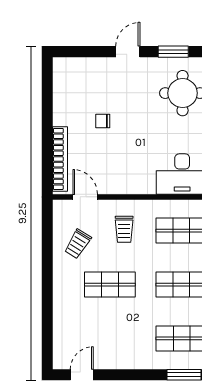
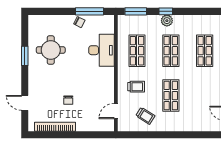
door: (128, 52) -> (25, 103), moved
bookcase: (60, 159) -> (55, 127), moved

